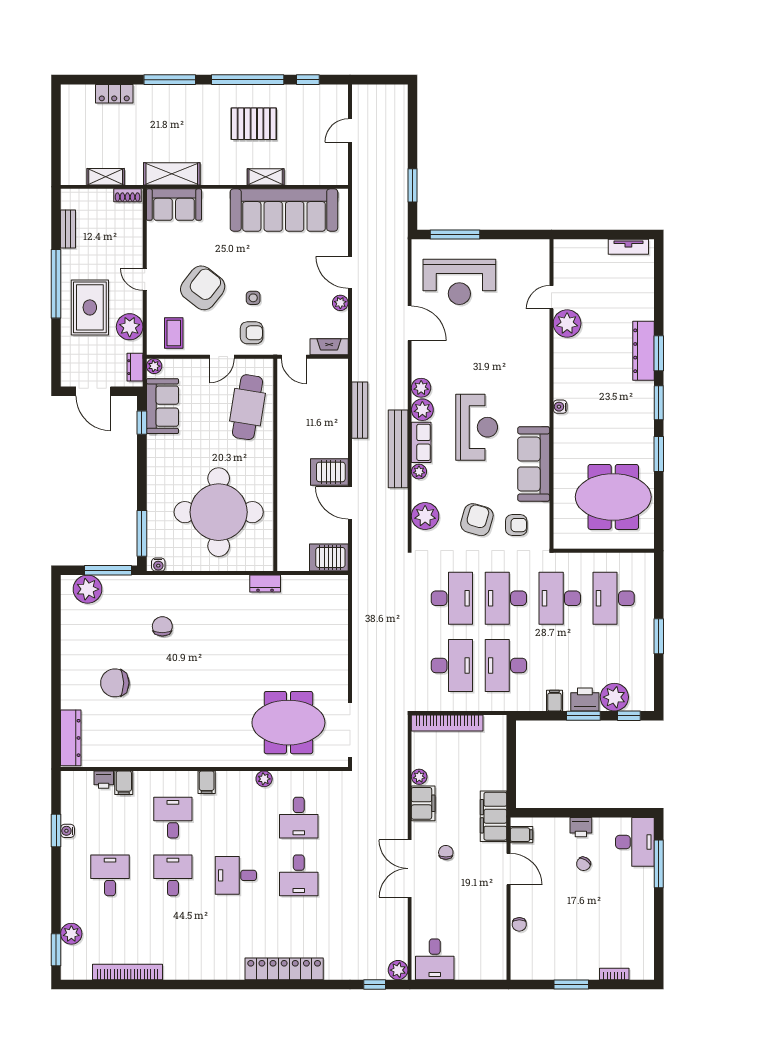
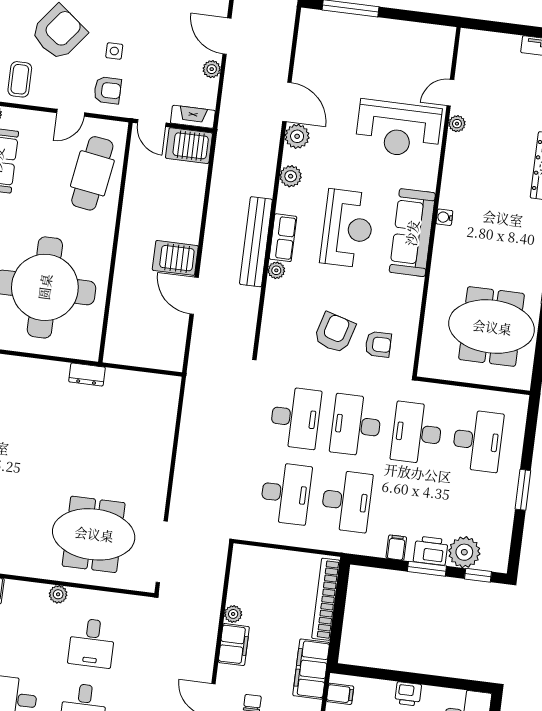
reception desk: (459, 282) -> (398, 129), moved
plant: (567, 323) -> (457, 124), width x0.53, depth x0.53
bench: (360, 410) -> (218, 193), removed
plant: (422, 410) -> (297, 136), moved
sofa: (534, 464) -> (412, 233), moved
plant: (425, 516) -> (277, 321), removed
server rack: (329, 557) -> (189, 146), moved
desk: (614, 598) -> (478, 441), turned 180
desk: (506, 665) -> (347, 501), turned 180
bookcase: (447, 723) -> (326, 599), moved, turned 90

